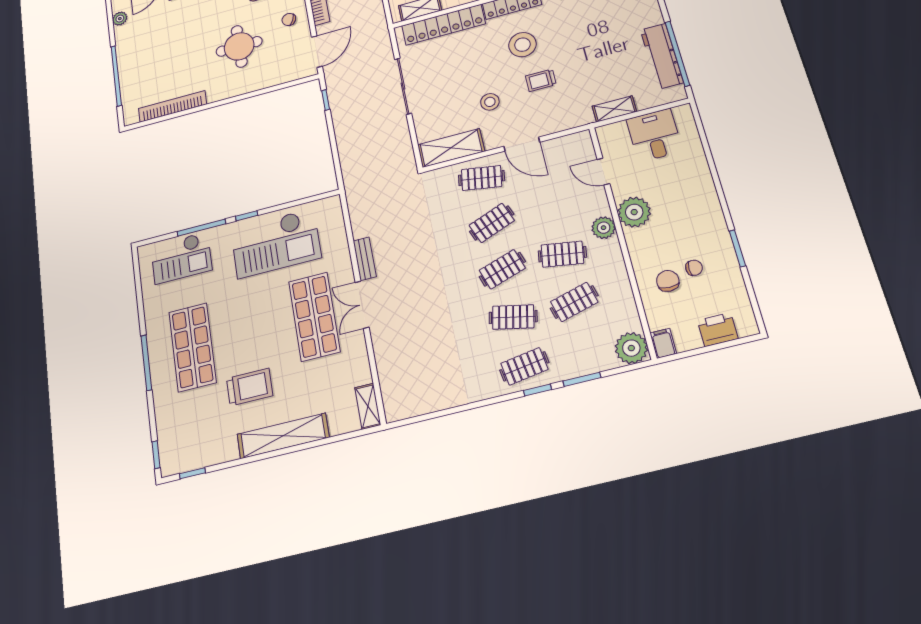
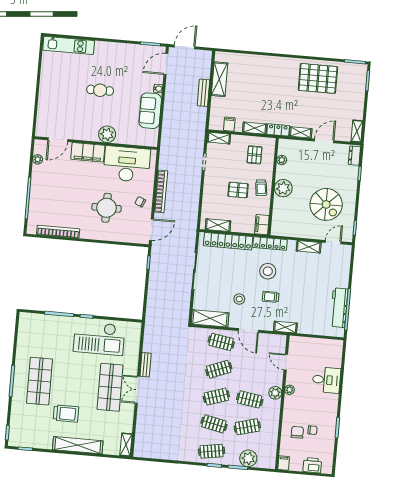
shelving: (614, 109) -> (285, 327), moved
desk: (654, 135) -> (326, 380), moved, turned 90
plant: (634, 212) -> (290, 390), width x0.53, depth x0.53
checkout: (181, 258) -> (44, 328), removed
plant: (631, 348) -> (248, 458), moved

